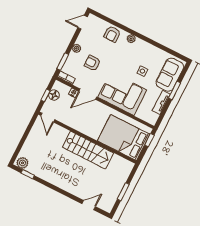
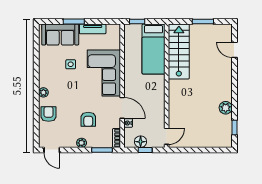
armchair: (112, 34) -> (49, 114), turned -90
bed: (124, 138) -> (153, 49), width x0.67
stairs: (88, 150) -> (179, 52), moved
plant: (22, 163) -> (226, 108), moved

